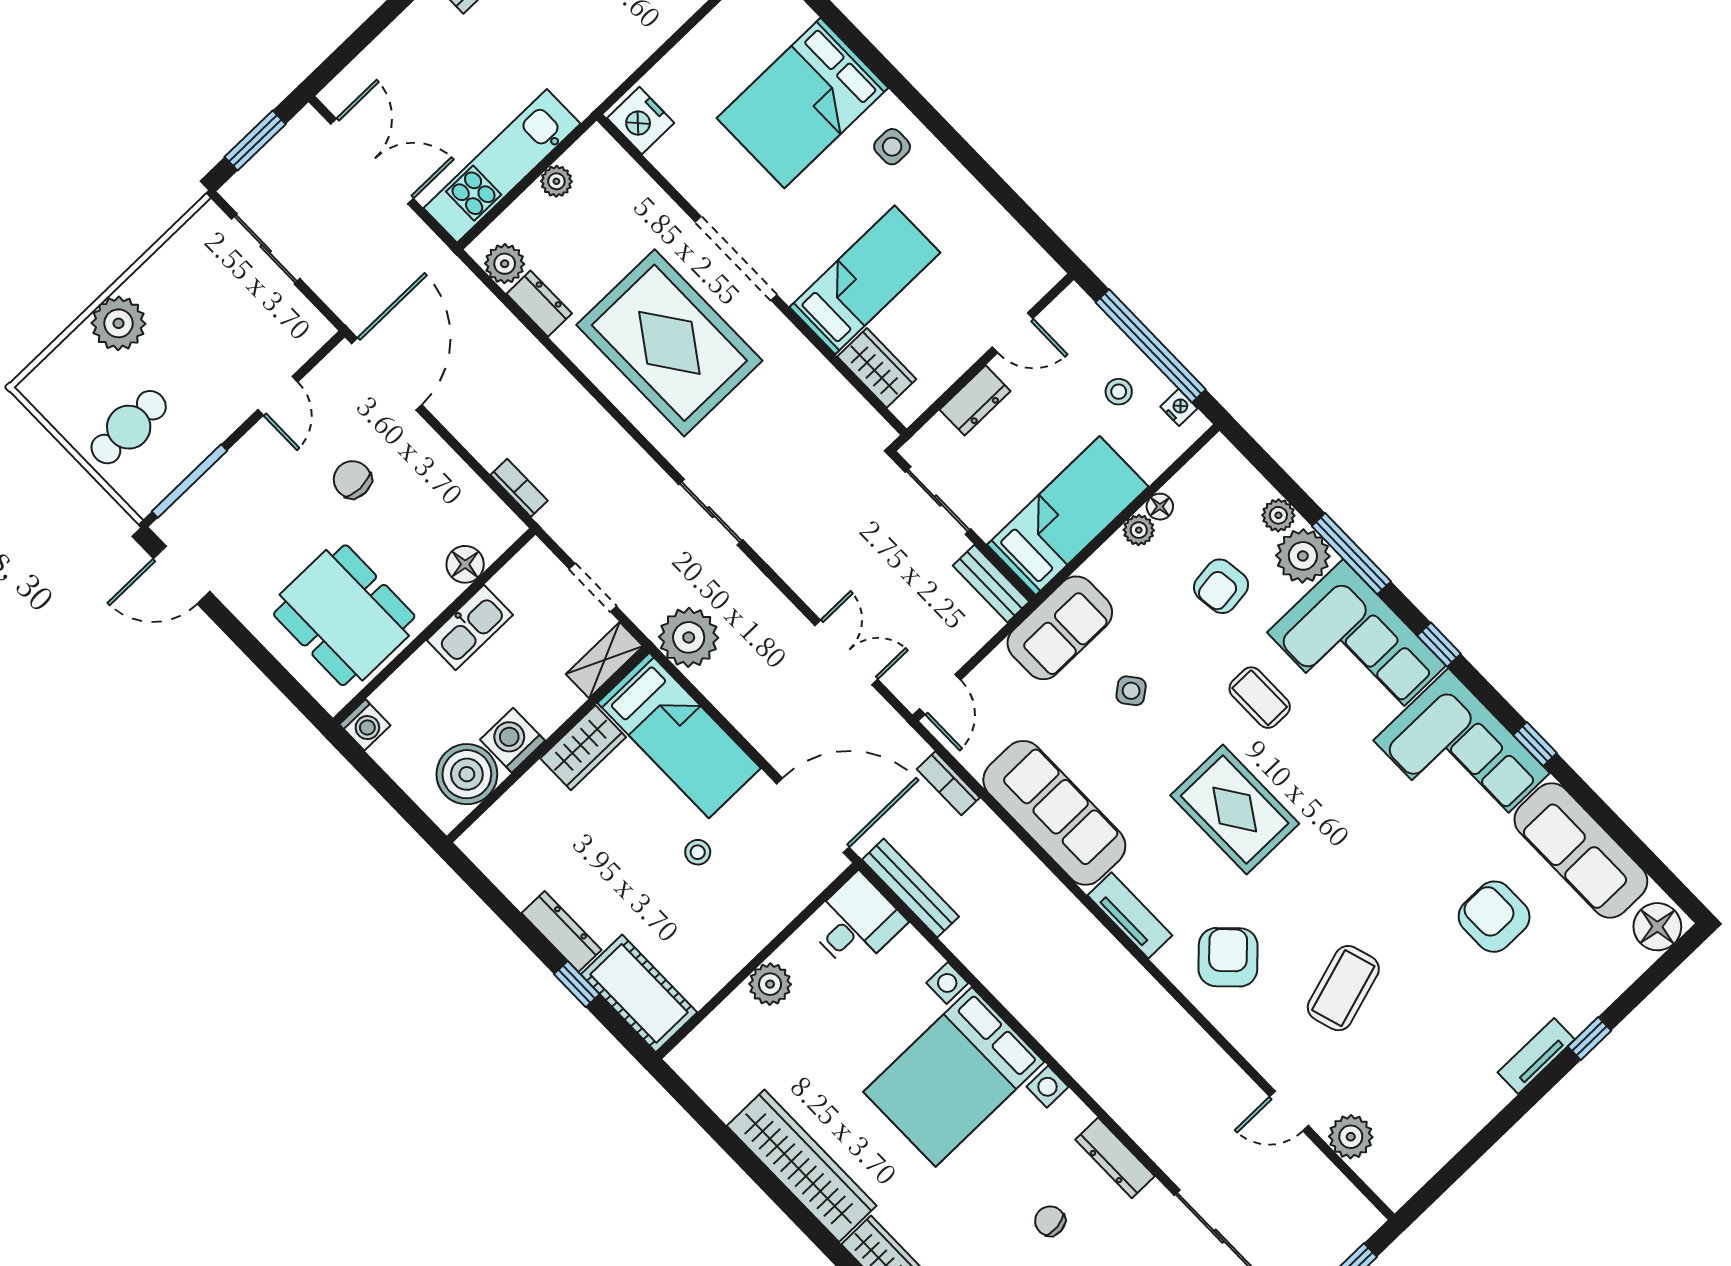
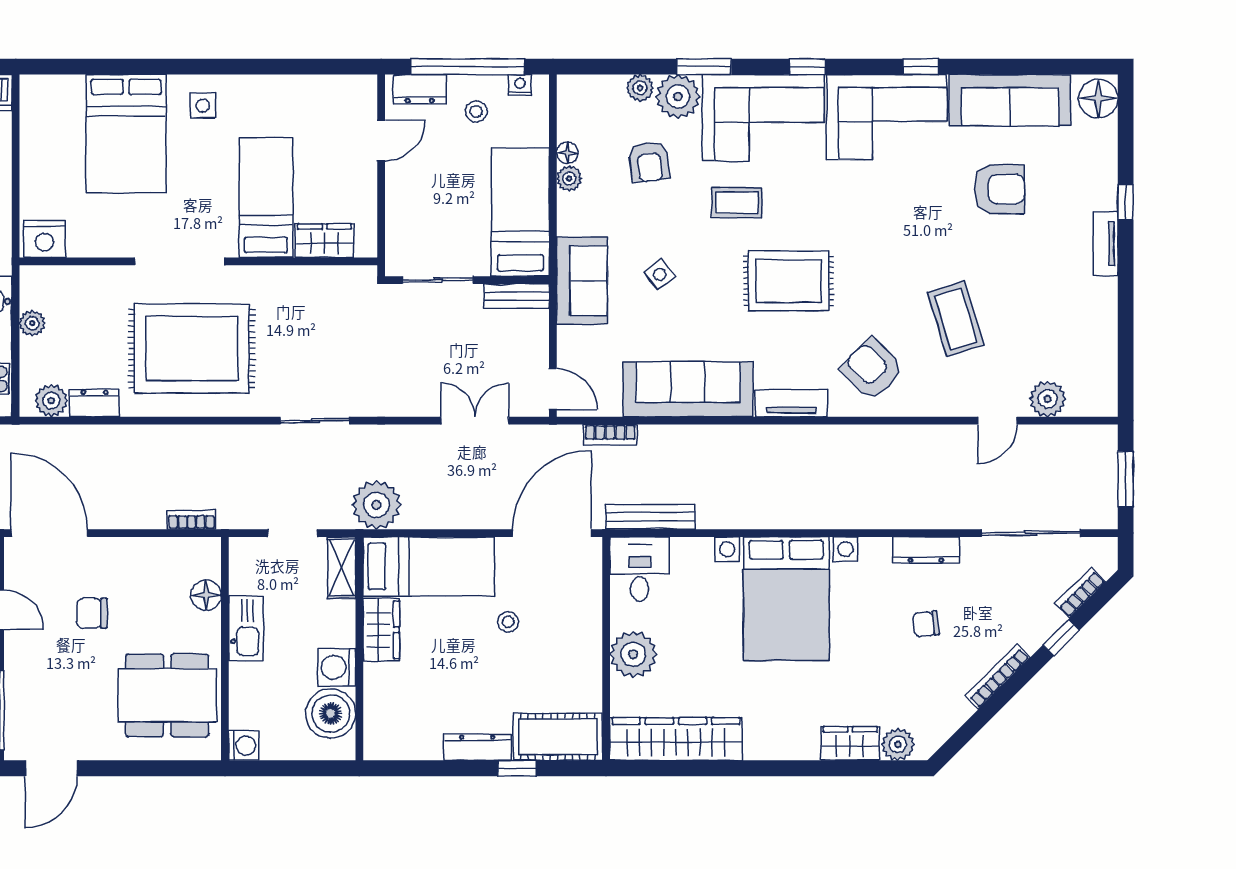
dresser: (975, 400) -> (420, 89), moved, turned 90
window: (1351, 554) -> (704, 67), width x0.69
armchair: (1494, 917) -> (999, 189), turned 180
plant: (770, 984) -> (633, 654), width x1.36, depth x1.36
wardrobe: (802, 1166) -> (676, 739), moved

